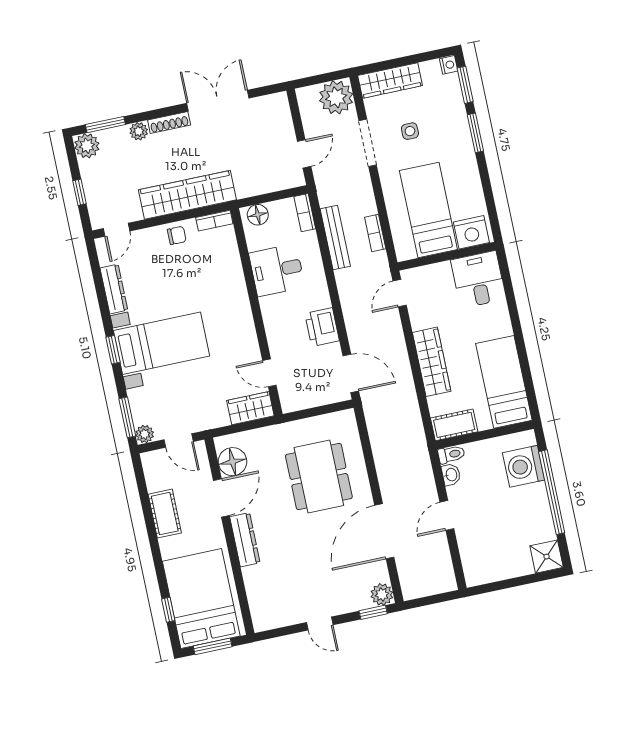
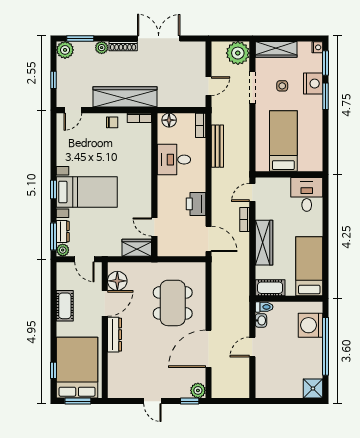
nightstand: (471, 232) -> (313, 84), moved, turned -90
bookcase: (375, 233) -> (245, 219), moved
dresser: (114, 289) -> (63, 231), moved, width x0.70

